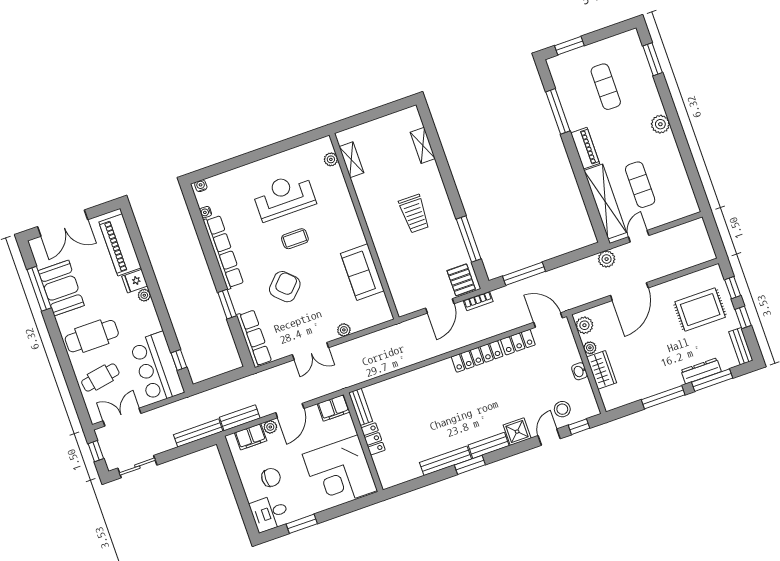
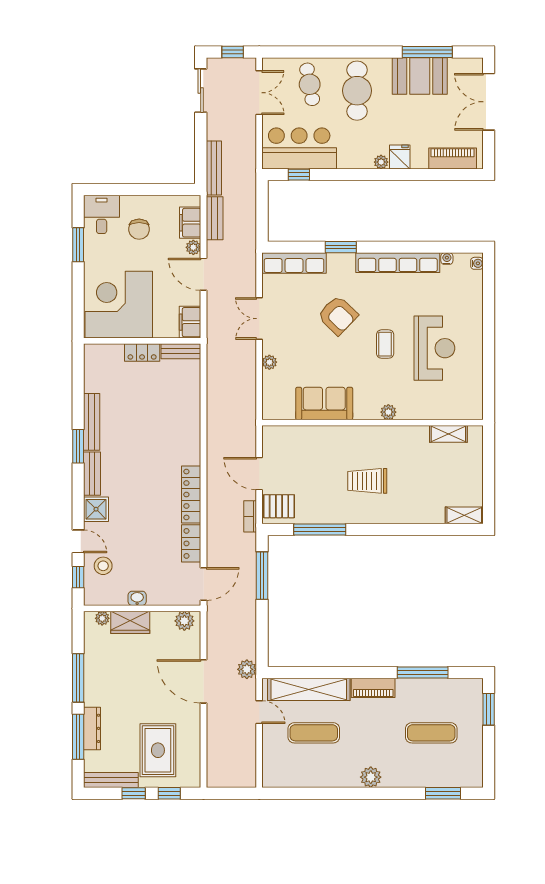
shelving: (423, 145) -> (464, 515), moved
plant: (331, 159) -> (388, 412), moved
piano: (120, 245) -> (453, 158), width x0.73, depth x0.75
bench: (741, 346) -> (111, 780), width x1.36
plant: (590, 348) -> (102, 618), moved

